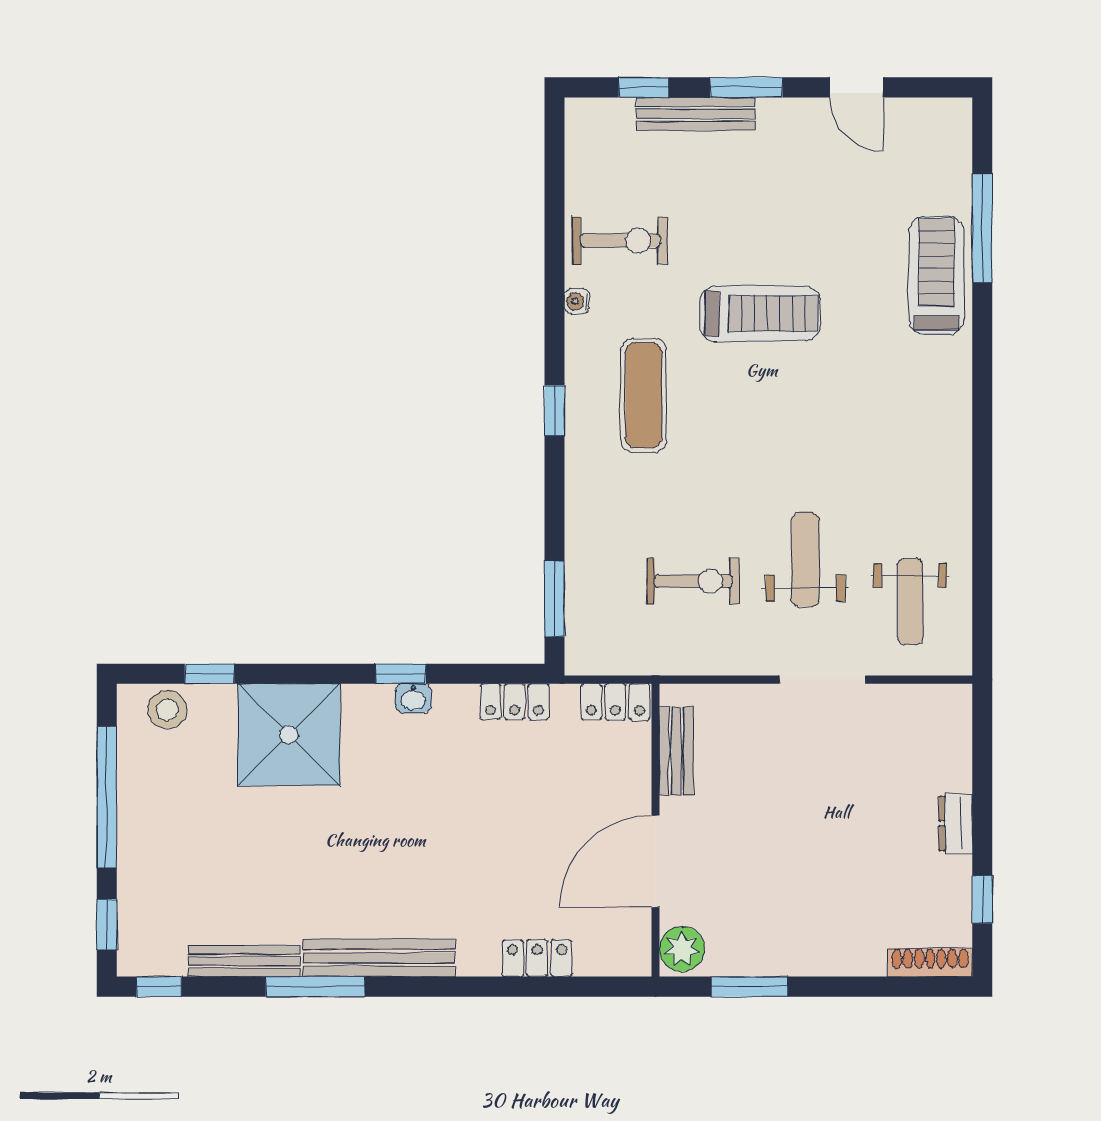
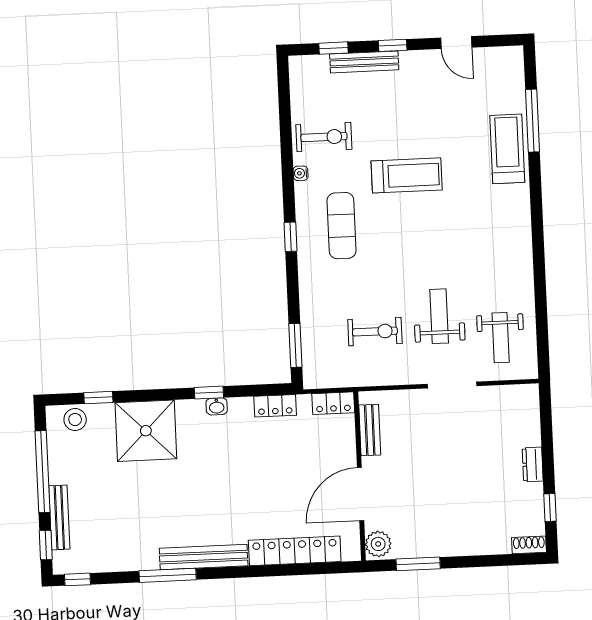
window: (746, 87) -> (393, 45), width x0.67
locker: (537, 958) -> (295, 551), width x2.16, depth x1.21
bench: (244, 961) -> (59, 517), moved, turned 90
shoe rack: (930, 962) -> (529, 545), width x0.70

